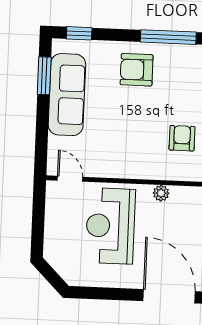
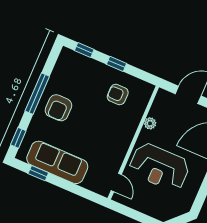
window: (168, 37) -> (37, 94), moved
window: (44, 76) -> (38, 173), width x0.67
door: (70, 179) -> (116, 182), swing flipped

